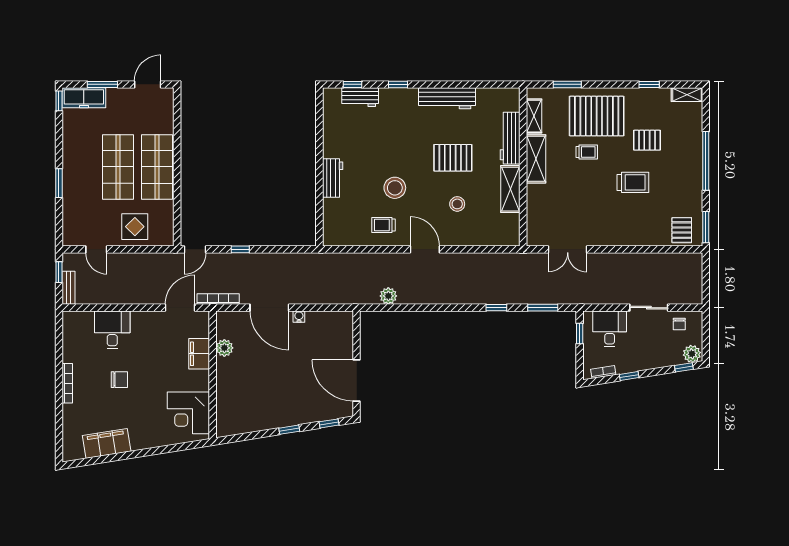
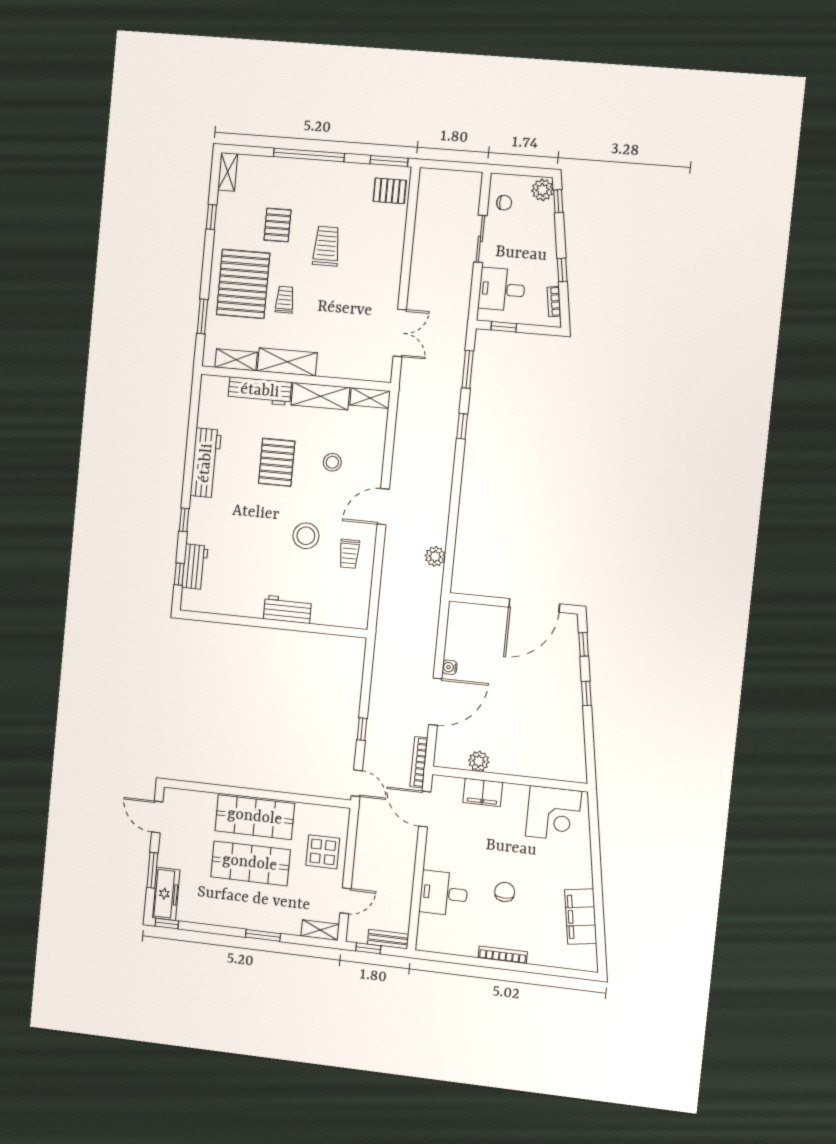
shelving: (513, 230) -> (370, 398), added
shelving: (69, 231) -> (320, 930), added

